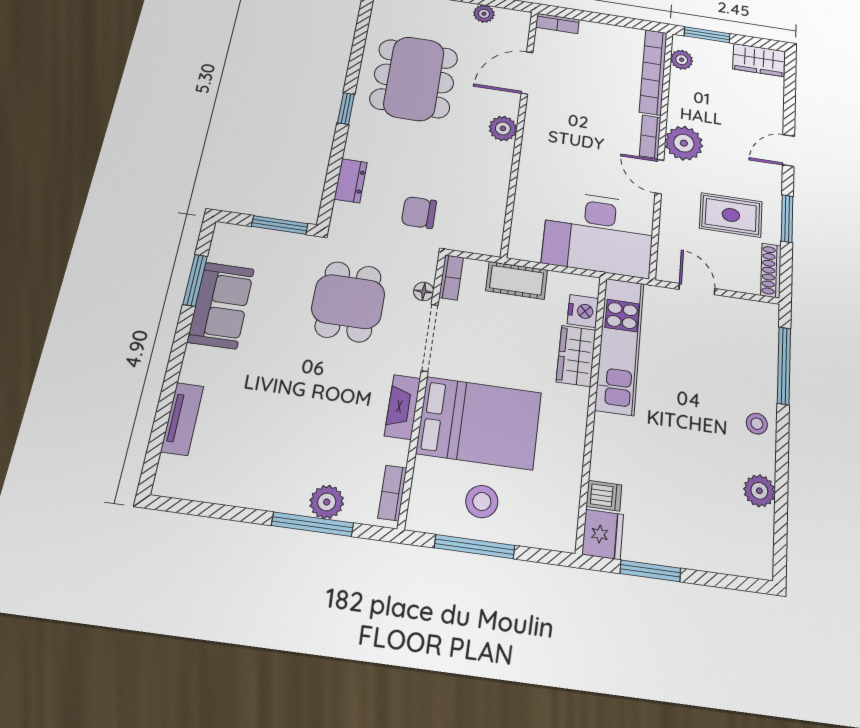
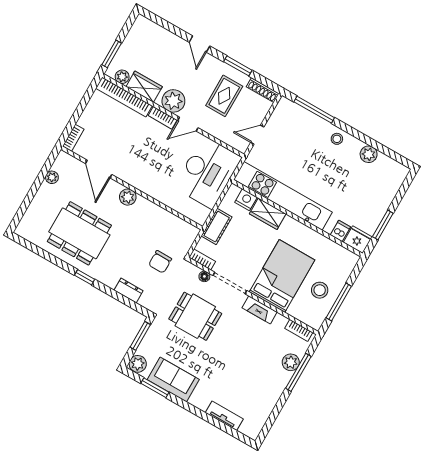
wardrobe: (759, 60) -> (144, 87), moved, turned -90
plant: (229, 238) -> (138, 364), added
kitchen unit: (620, 346) -> (283, 196), width x1.36

